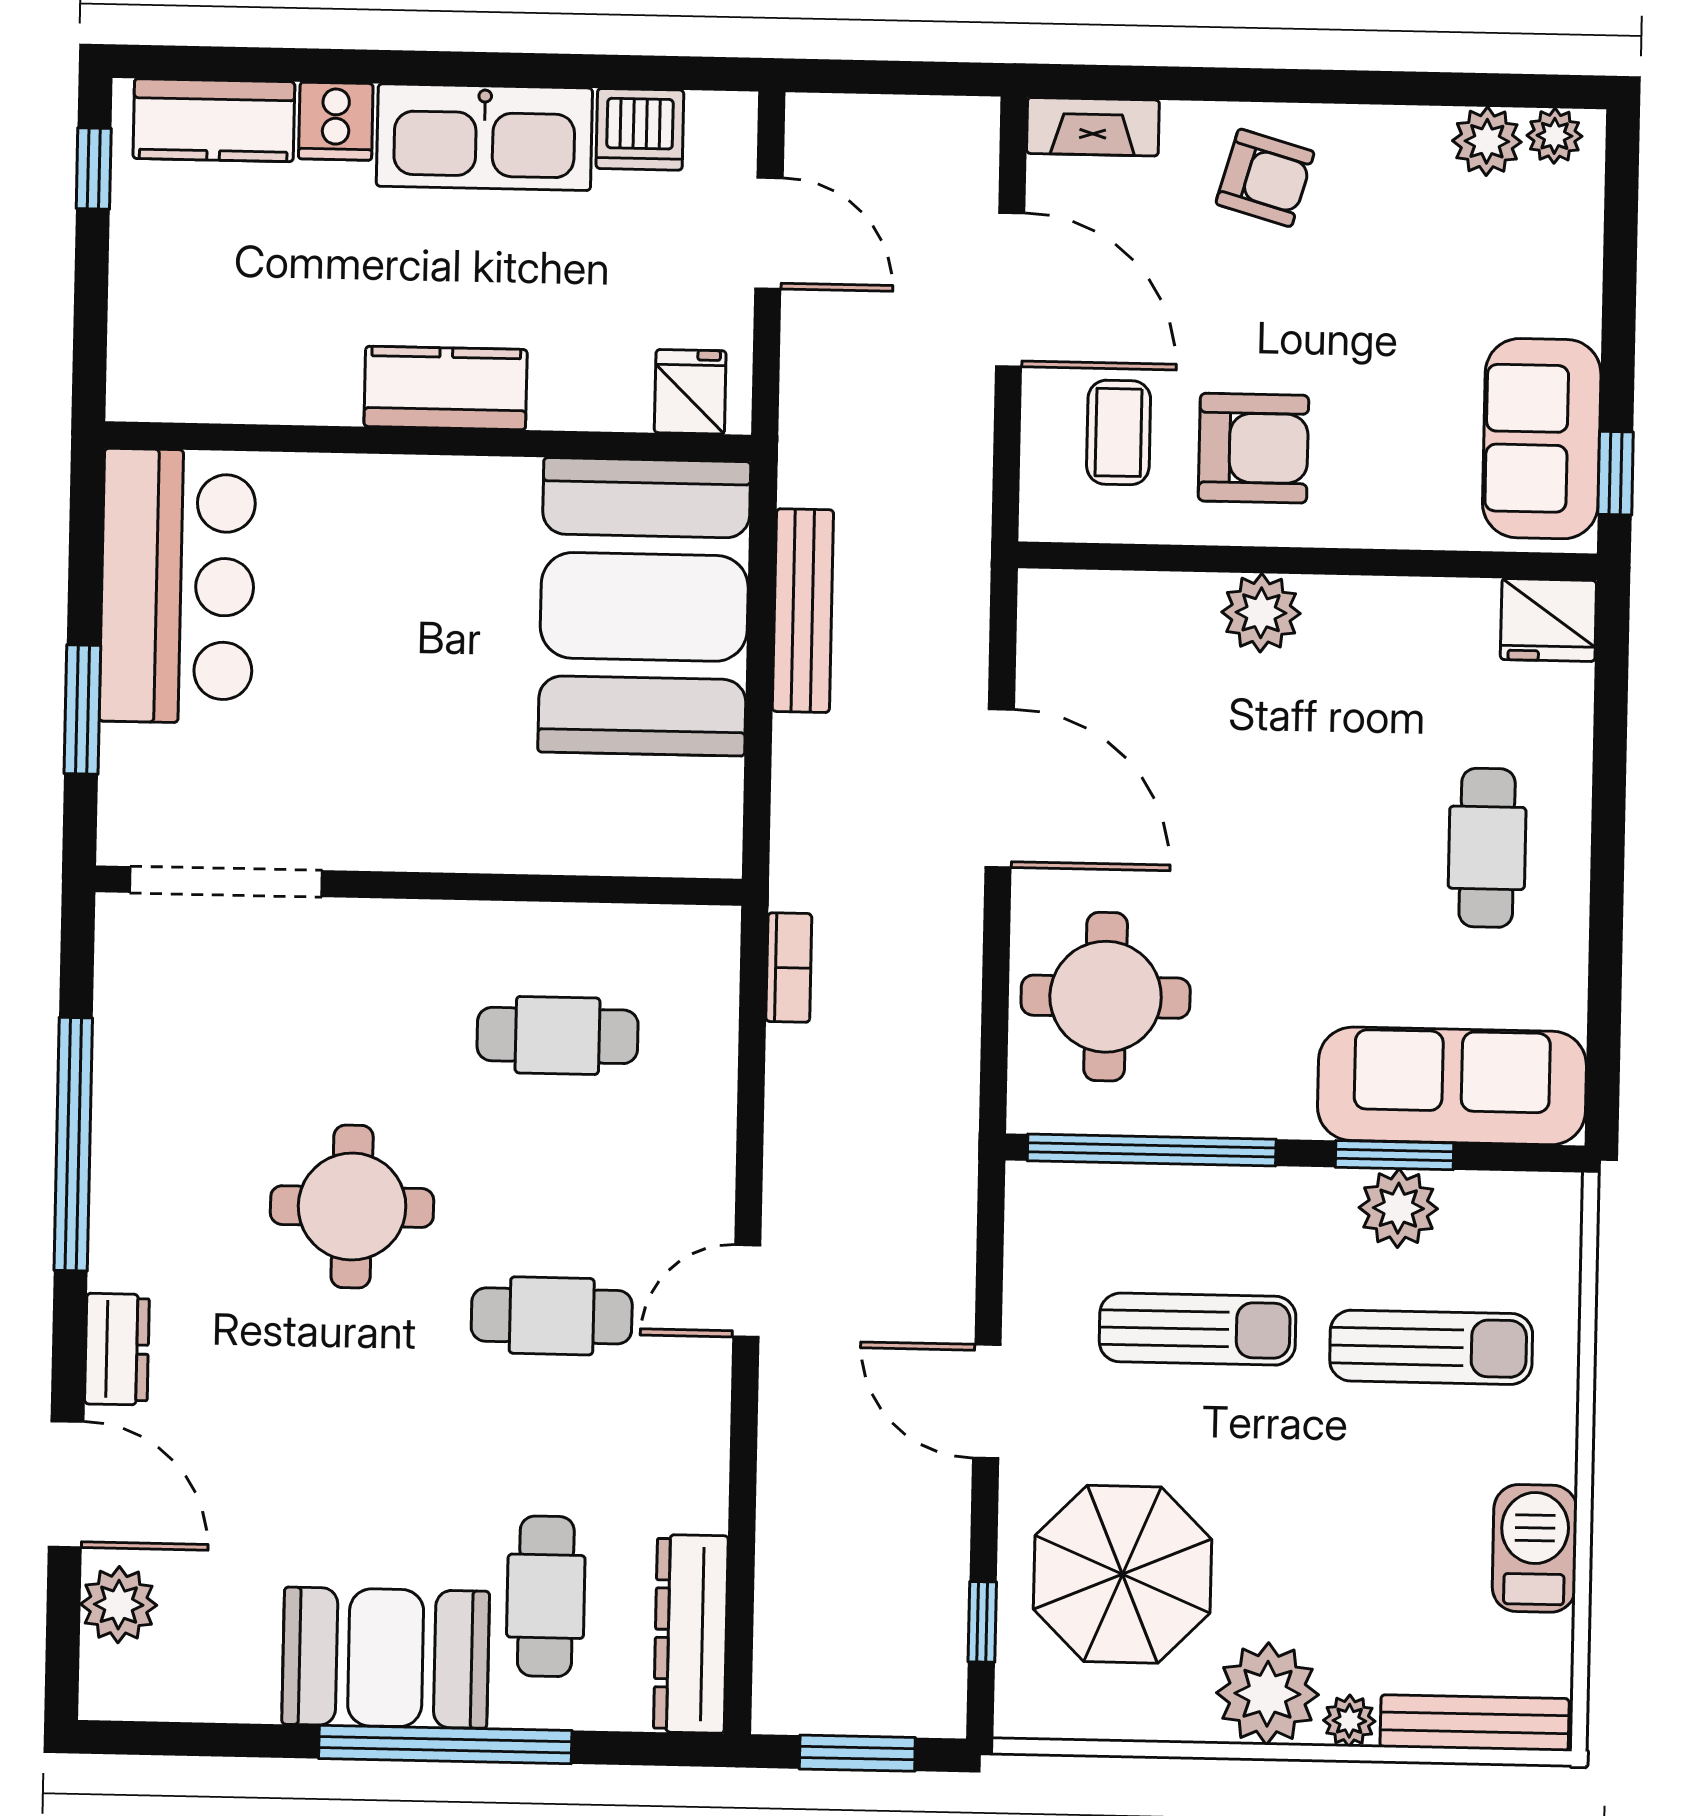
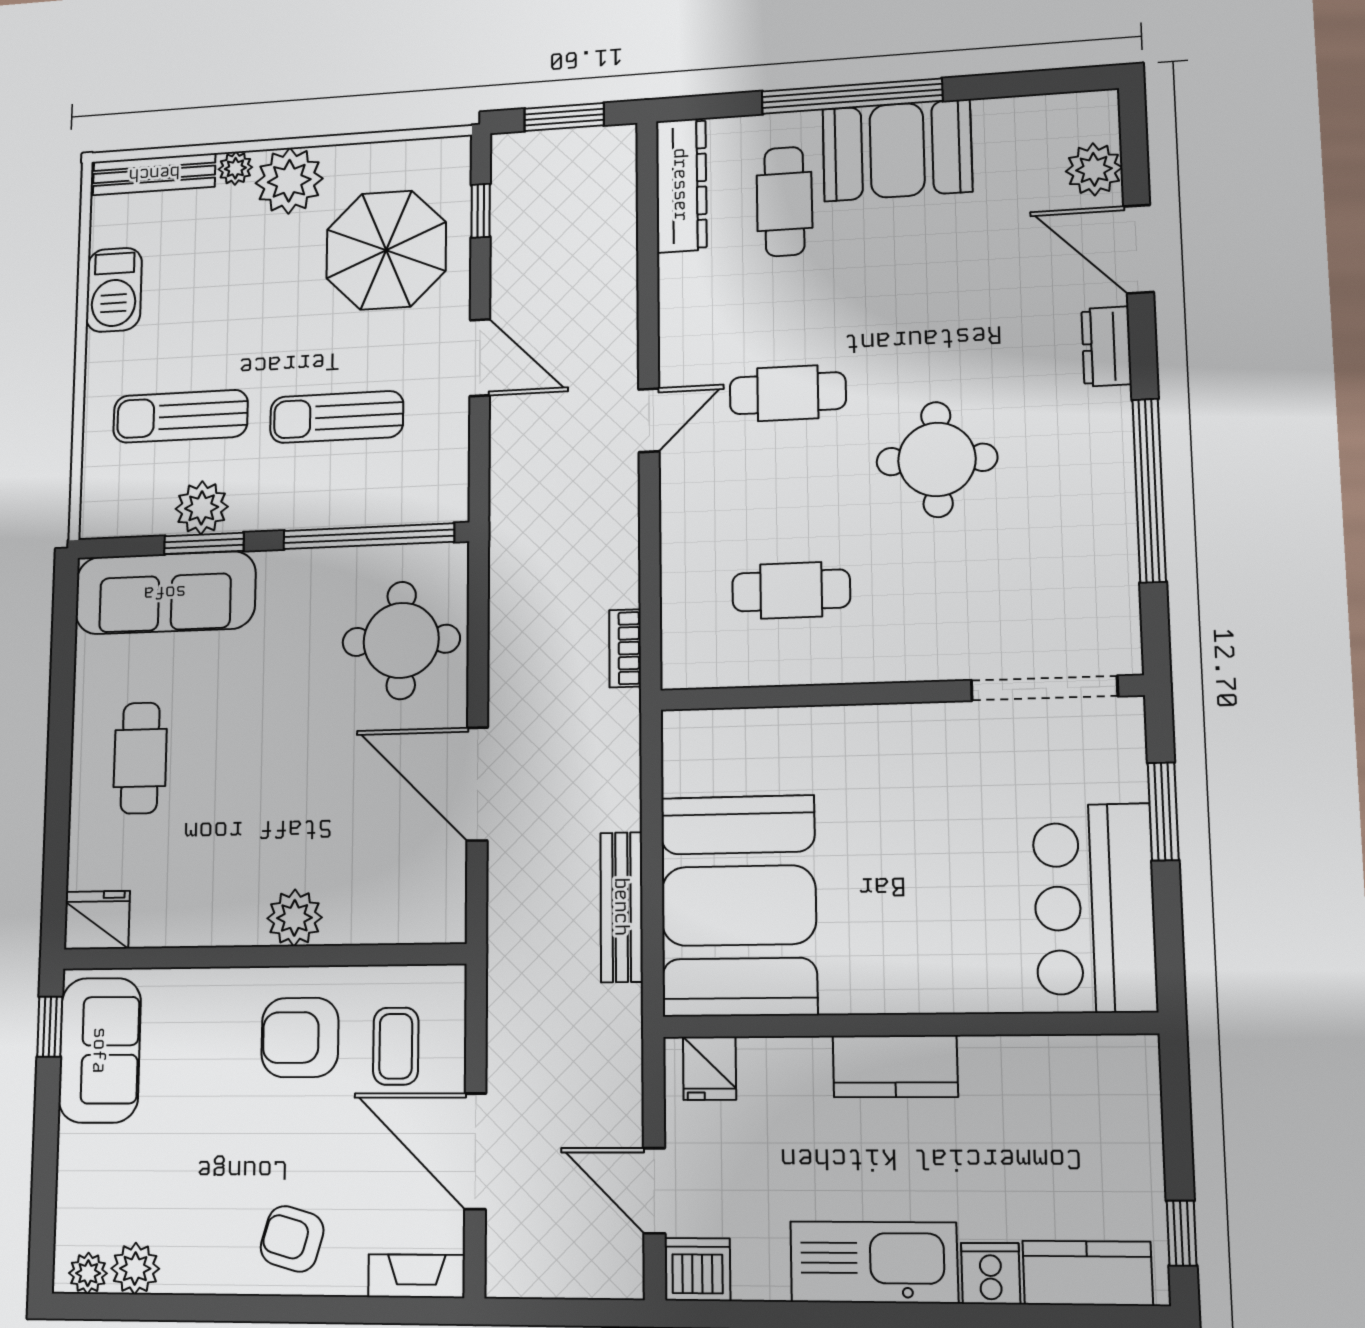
dishwasher: (640, 129) -> (697, 1269), moved

